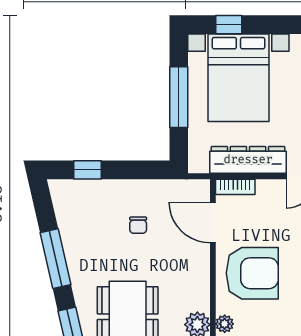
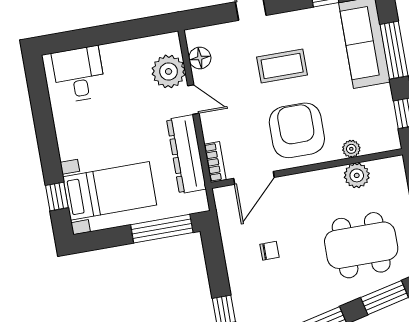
bed with nightstands: (238, 78) -> (110, 191), width x0.73
window: (179, 97) -> (162, 229), moved

